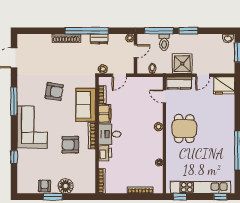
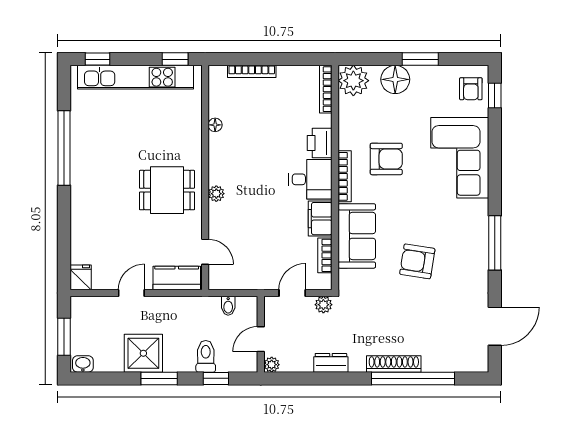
window: (87, 31) -> (413, 378), moved
window: (159, 31) -> (216, 378), width x0.46
shower: (182, 64) -> (143, 353), moved
fridge: (224, 85) -> (81, 277), width x0.53, depth x0.75
corner sofa: (32, 127) -> (460, 158), moved
dining table: (184, 129) -> (167, 190), turned 90
window: (14, 157) -> (495, 95), moved
plant: (87, 185) -> (353, 81), added
armchair: (45, 186) -> (471, 89), moved

